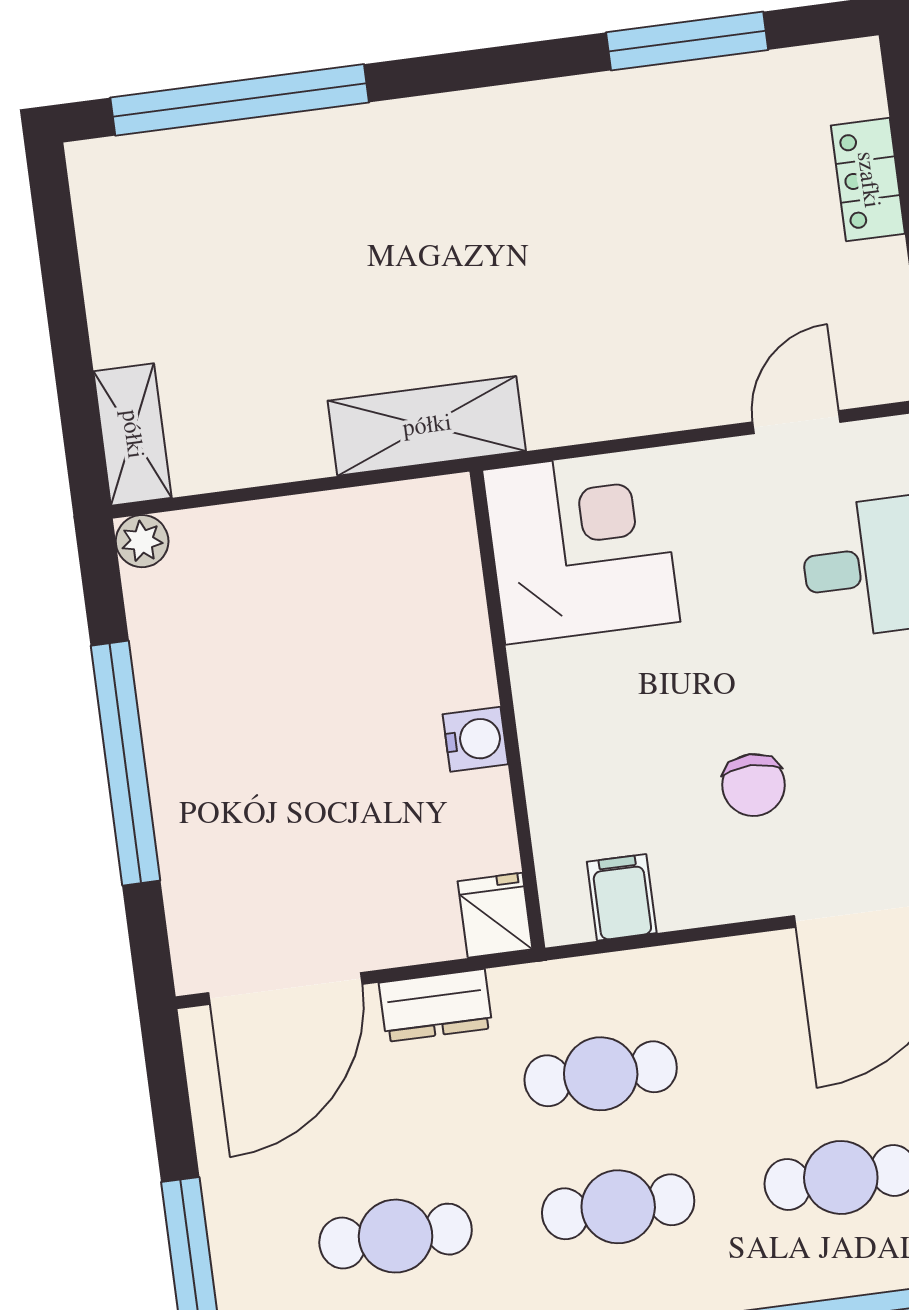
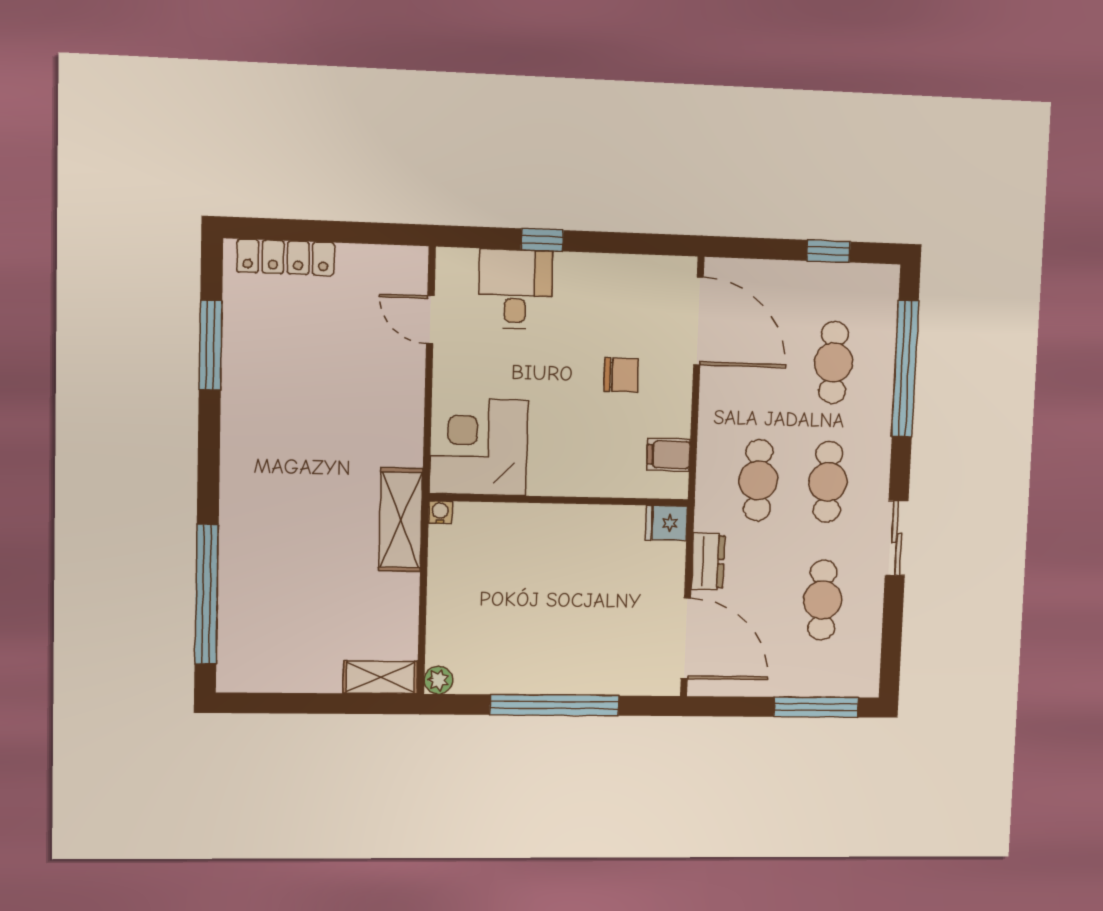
locker: (868, 180) -> (286, 257), width x1.53
water cooler: (475, 739) -> (440, 512), moved, width x0.72, depth x0.72

